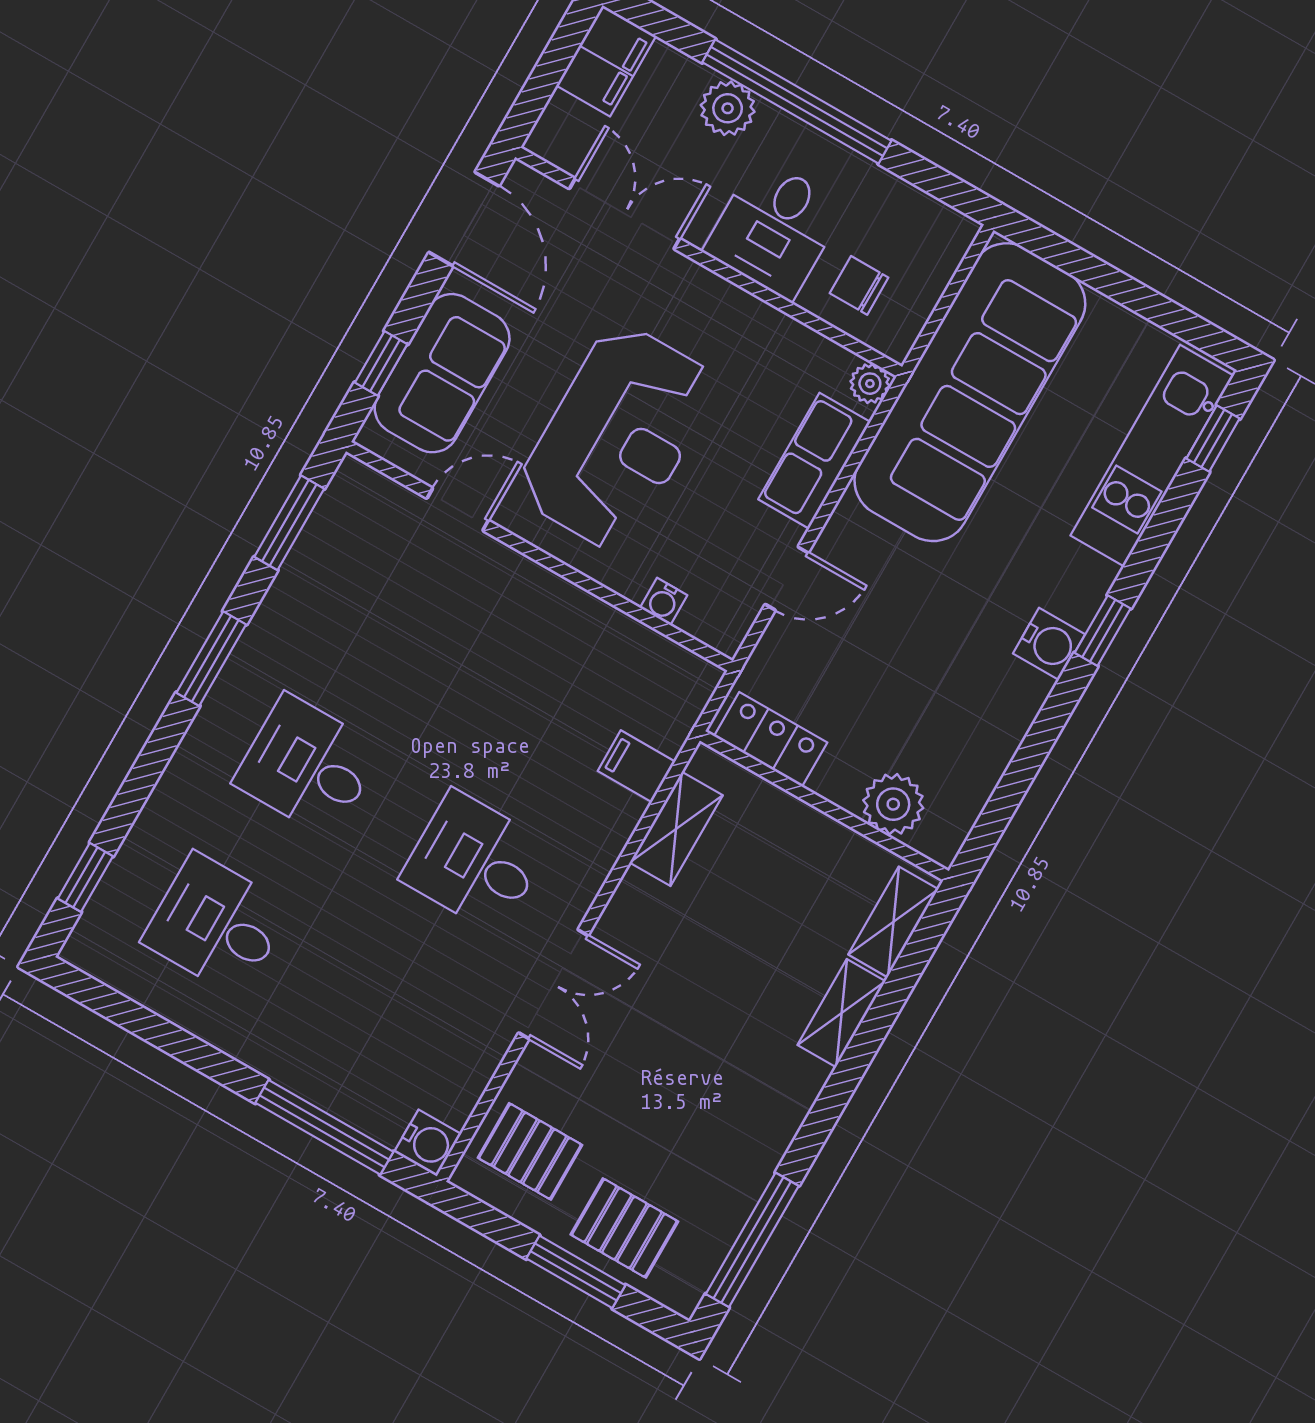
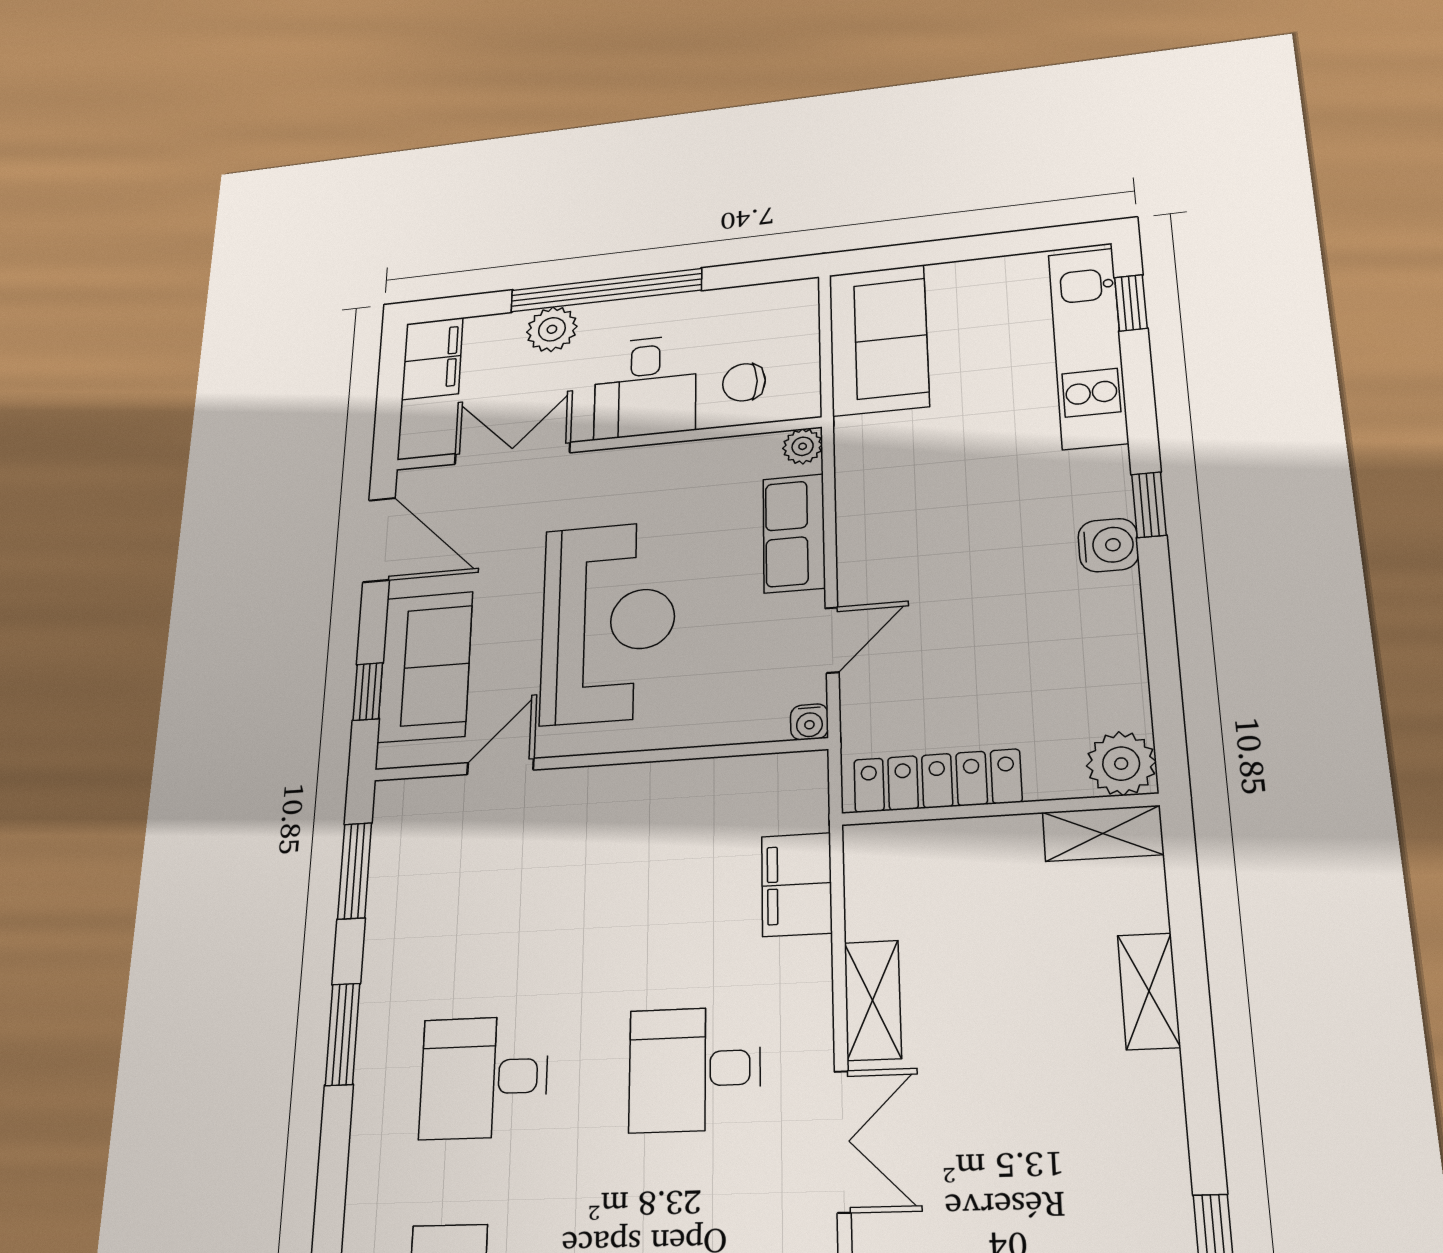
sofa: (970, 392) -> (879, 340), width x0.54, depth x0.79
water cooler: (664, 601) -> (809, 722), moved
locker: (771, 739) -> (937, 781), width x1.53
filing cabinet: (636, 766) -> (797, 884), width x2.00
plant: (893, 804) -> (1121, 764), moved
shelving: (676, 829) -> (873, 1000), moved
shelving: (893, 922) -> (1103, 833), moved, turned 90

